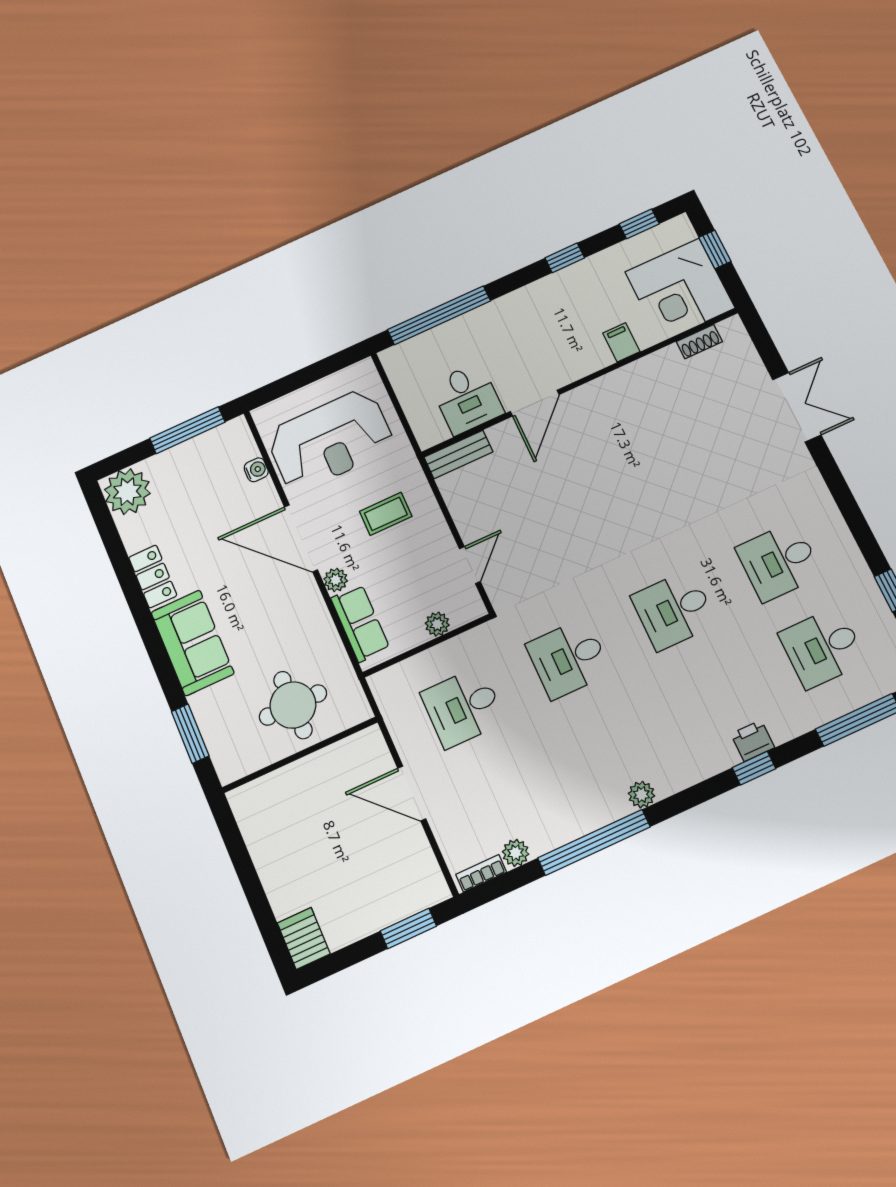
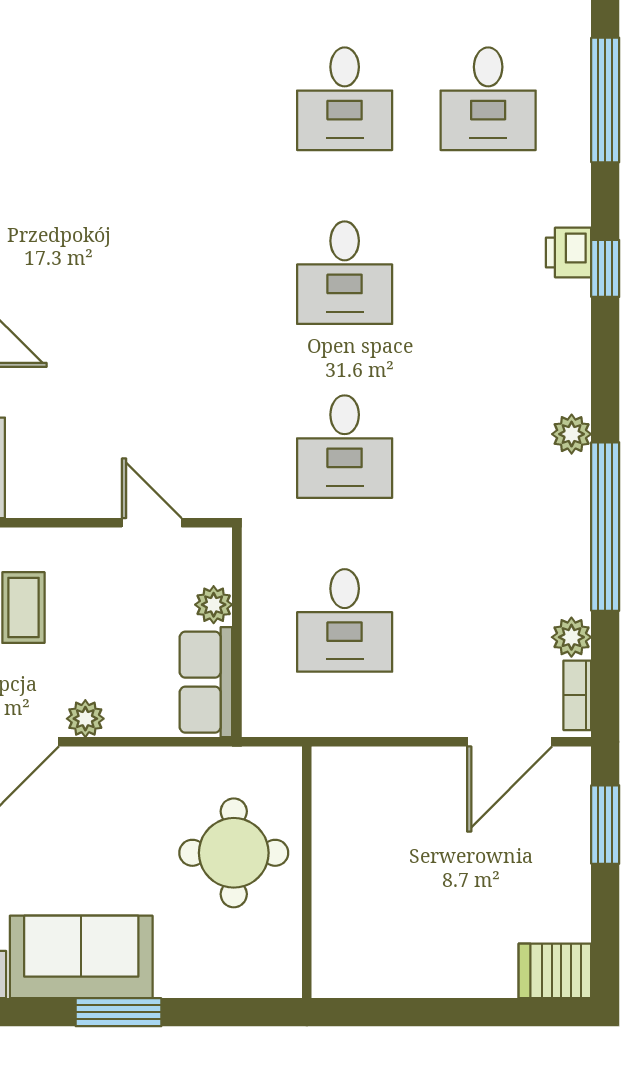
row of seats: (360, 623) -> (206, 682), moved, turned -90
window: (190, 734) -> (118, 1012), moved
door: (412, 793) -> (510, 742), moved

